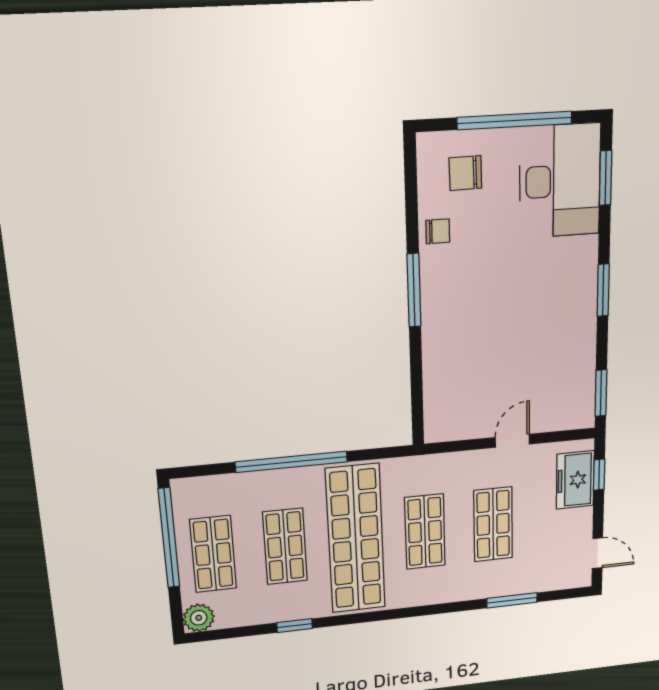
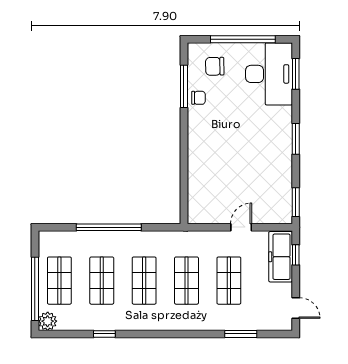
window: (414, 290) -> (184, 86), moved
freezer: (575, 480) -> (281, 257), width x1.40
window: (169, 538) -> (35, 289), moved
shop shelf: (356, 539) -> (144, 281), width x0.50, depth x0.74

